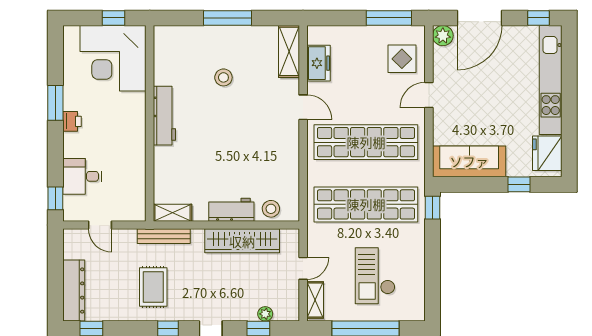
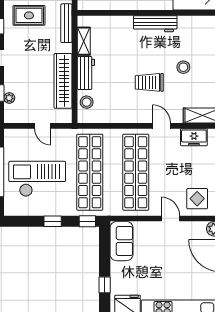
door: (303, 107) -> (161, 126), swing flipped
trolley: (244, 124) -> (149, 82), added
sofa: (469, 161) -> (121, 241), width x0.73
shelving: (173, 213) -> (84, 41), moved
window: (433, 255) -> (53, 221), added
checkout: (375, 276) -> (37, 179), width x1.36, depth x1.21
shelving: (315, 300) -> (19, 135), removed

